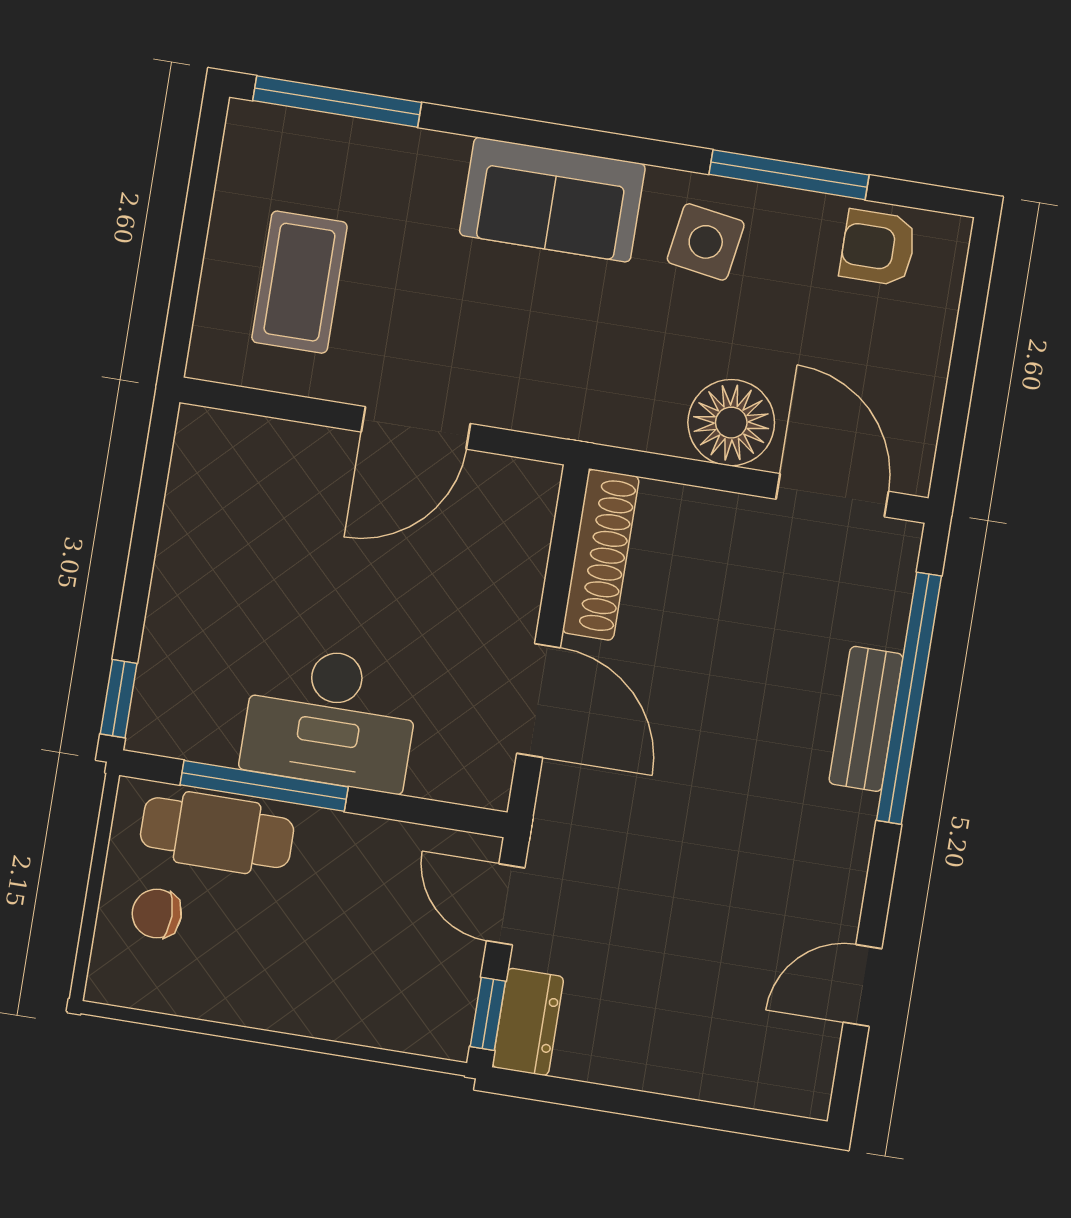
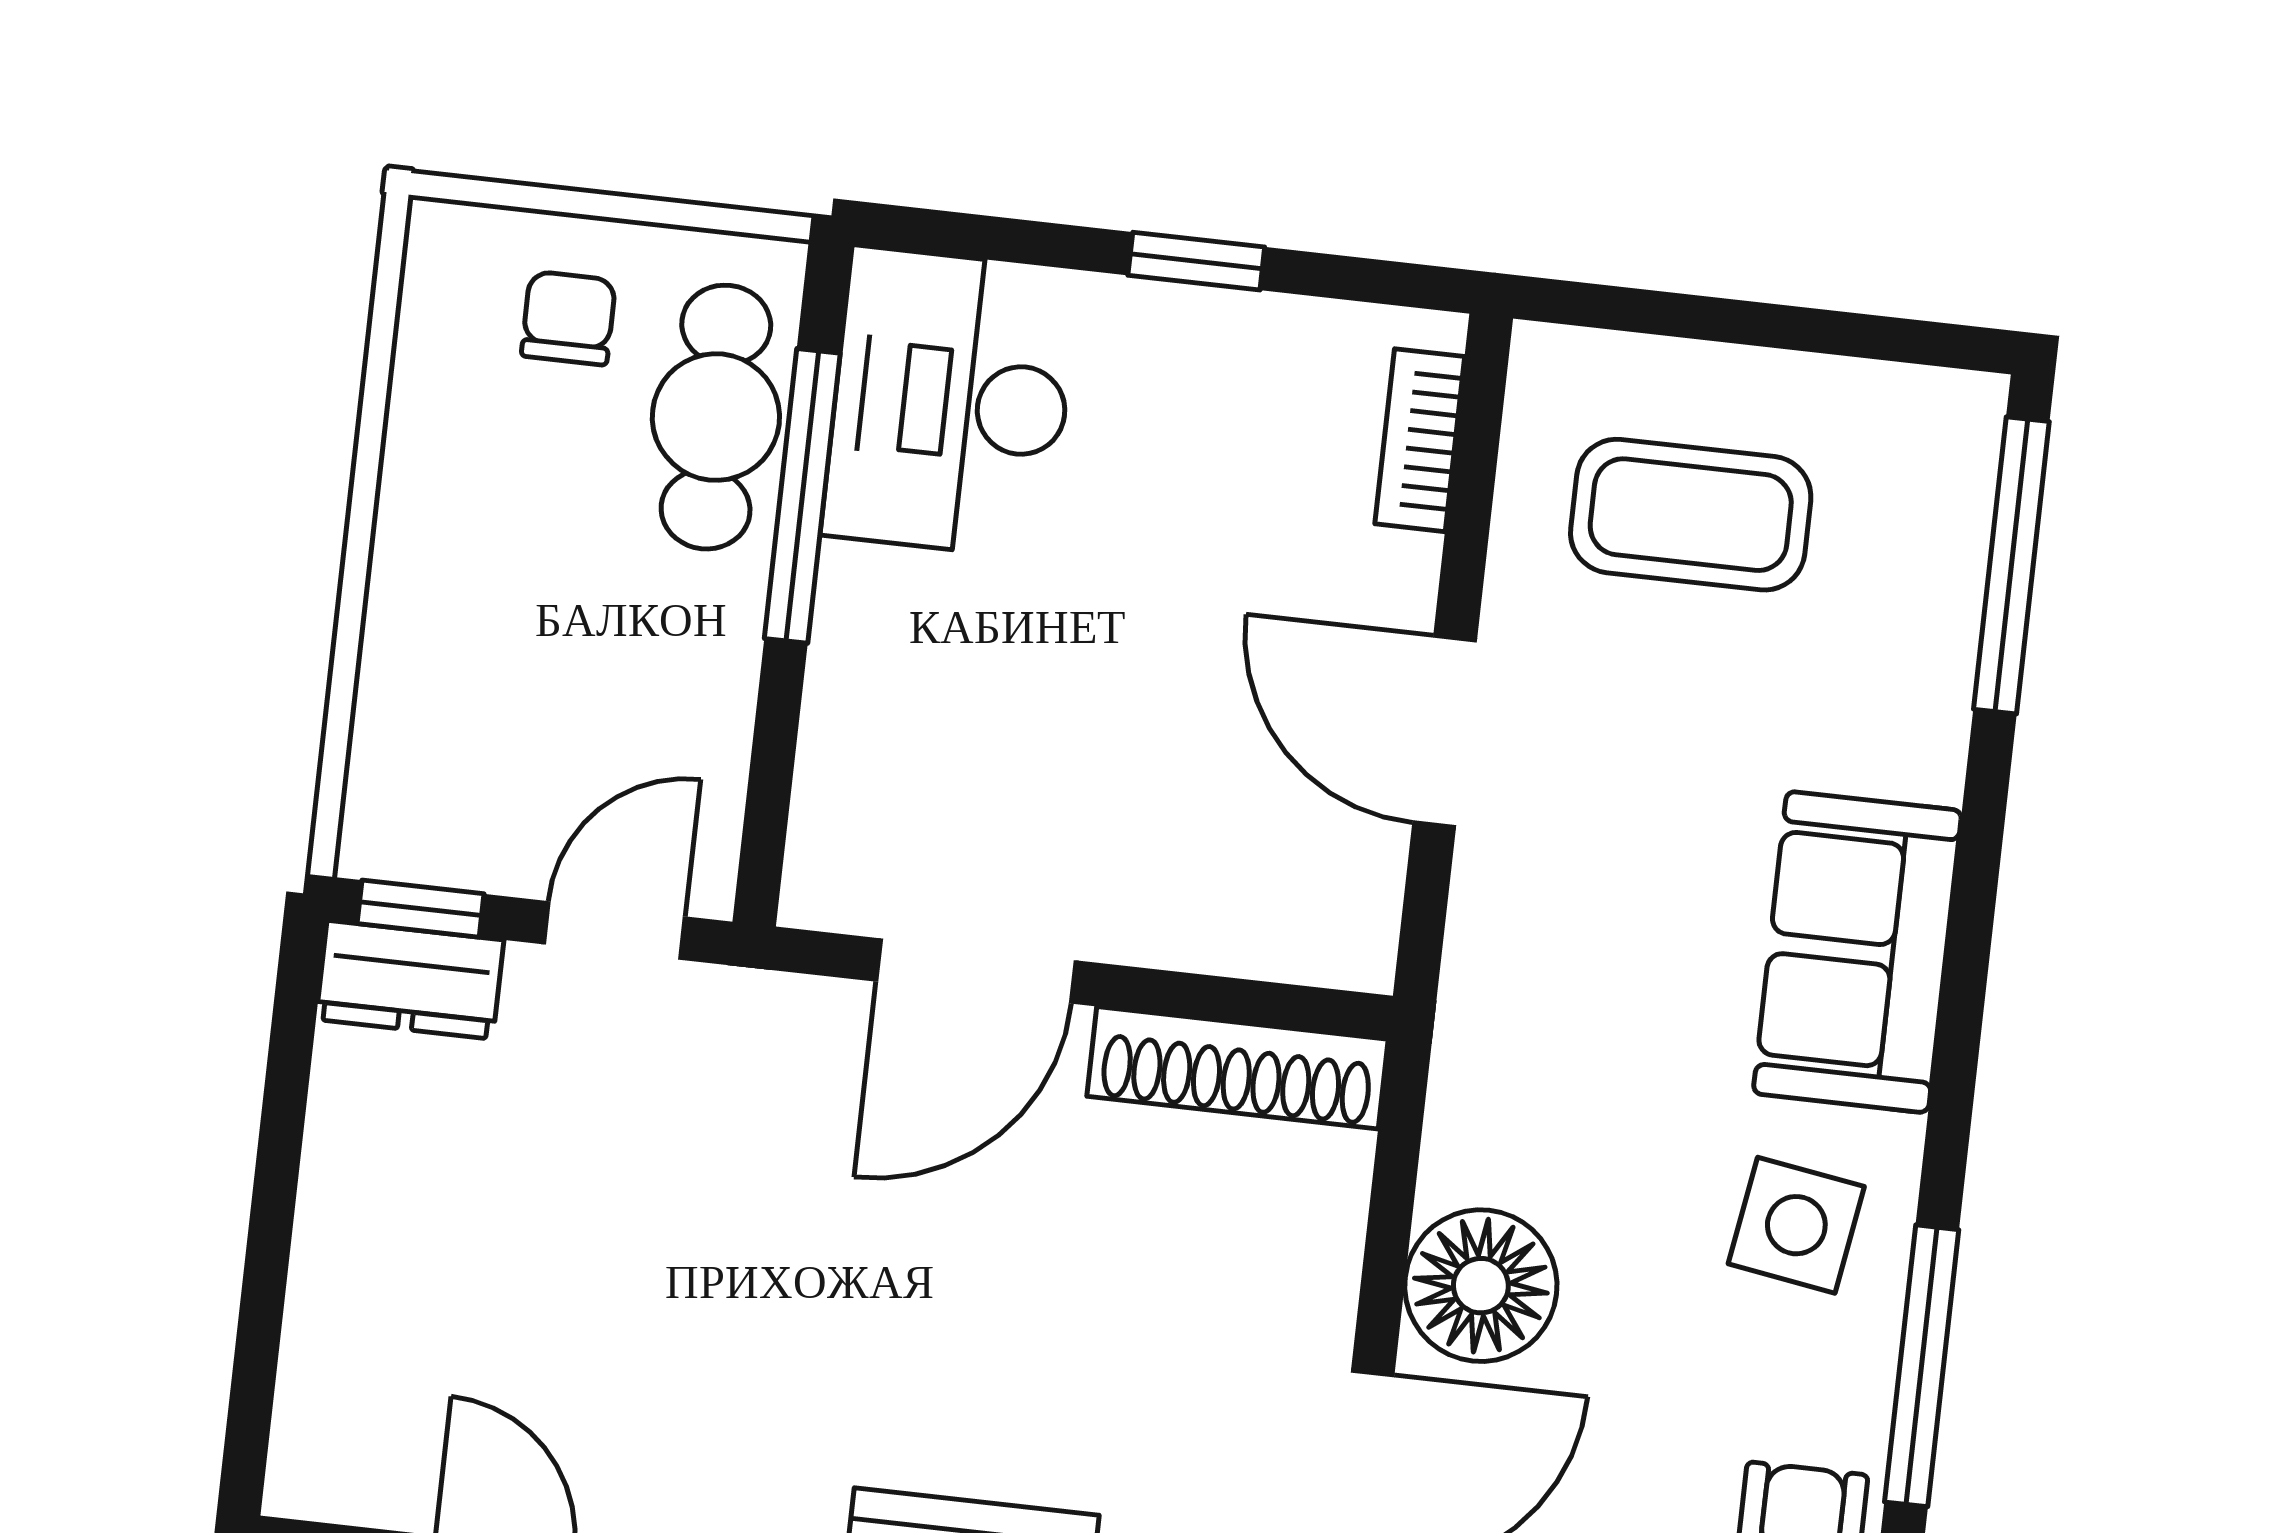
bookcase: (250, 434) -> (1420, 440), added
window: (119, 699) -> (1196, 261), moved
desk: (330, 718) -> (950, 403), moved

